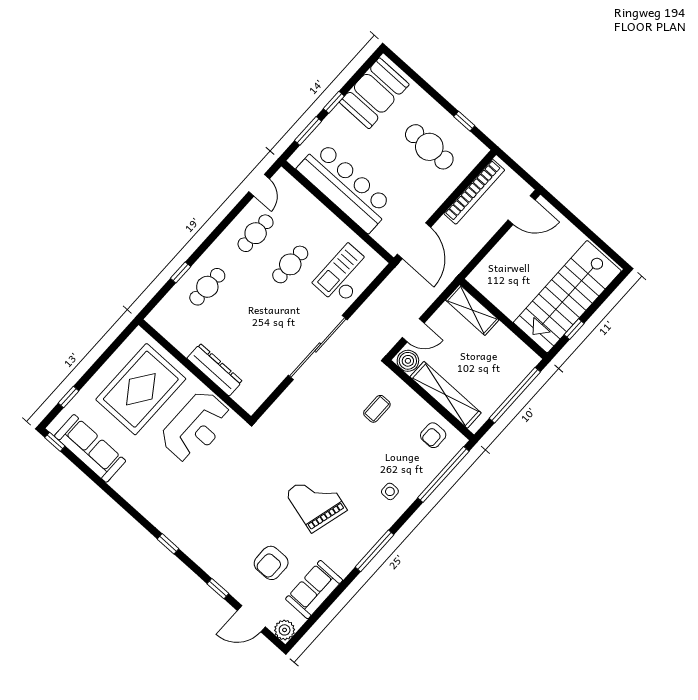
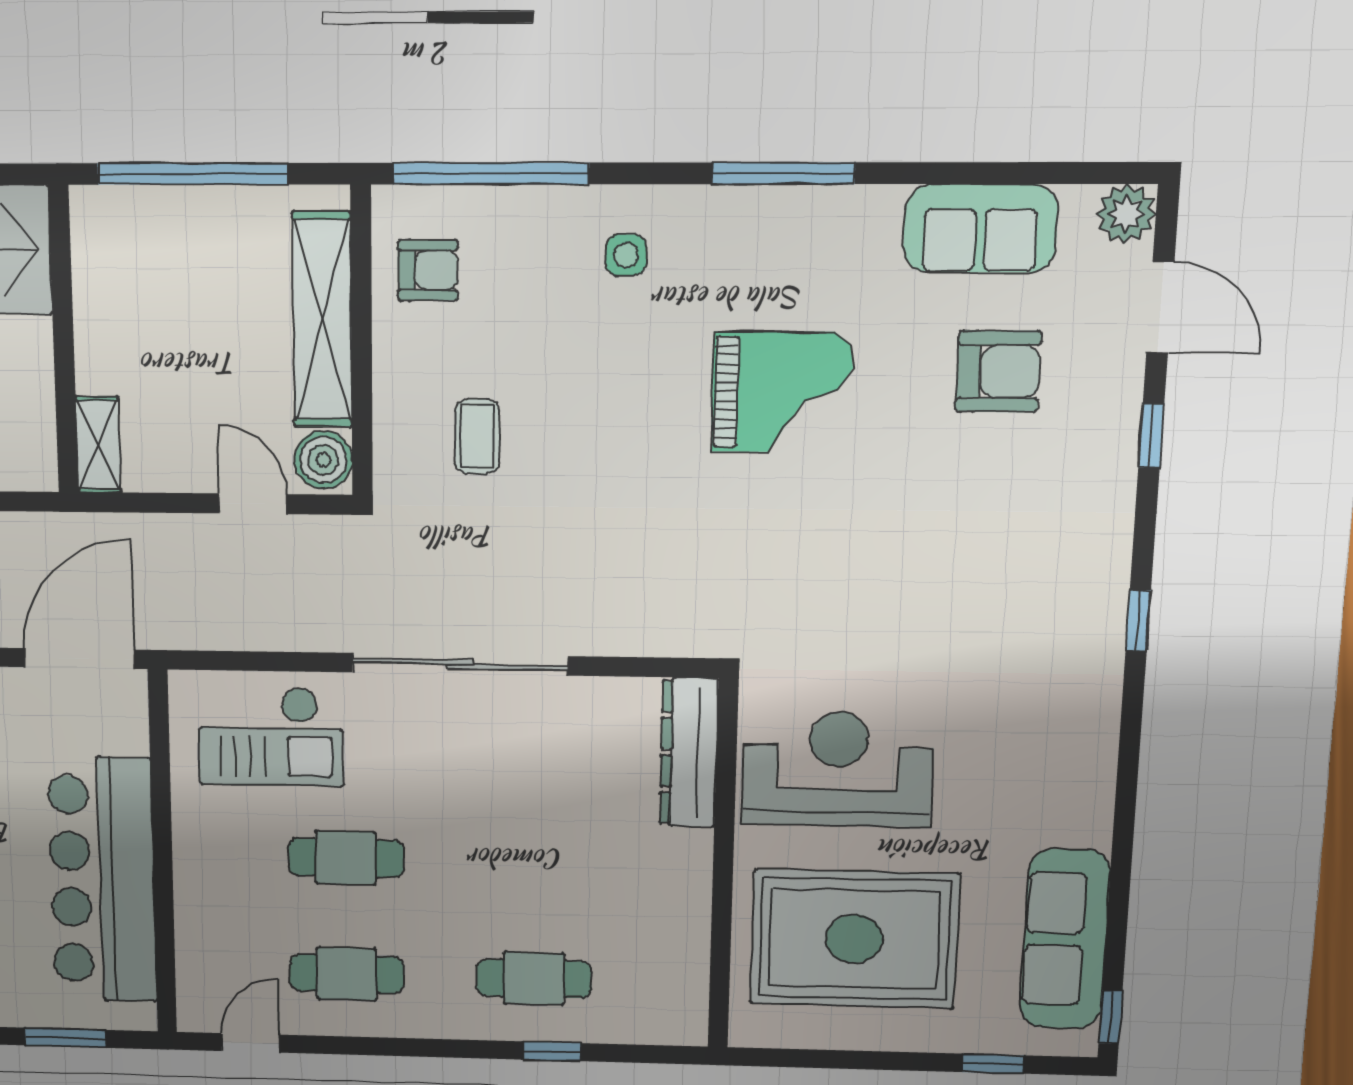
shelving: (472, 310) -> (98, 445), width x0.67, depth x0.75
dresser: (215, 370) -> (689, 753), moved
coffee table: (377, 409) -> (477, 436), turned 90
grand piano: (316, 501) -> (782, 392), turned -105

